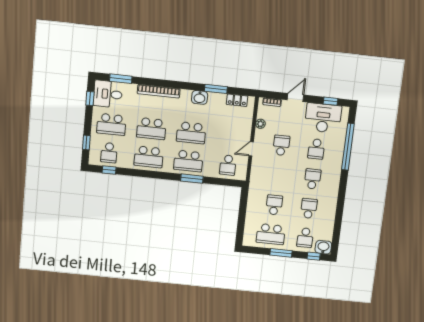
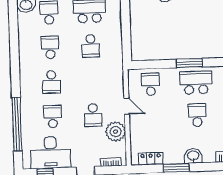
plant: (260, 124) -> (116, 132), width x1.87, depth x1.87
school desk: (191, 133) -> (197, 115), width x0.54
door: (251, 149) -> (127, 106), hinge flipped
school desk: (309, 208) -> (50, 47), turned 180

